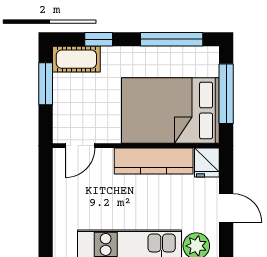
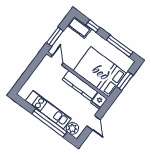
window: (46, 84) -> (55, 37), moved
window: (226, 94) -> (125, 81), width x0.69
door: (80, 146) -> (57, 60), swing flipped

